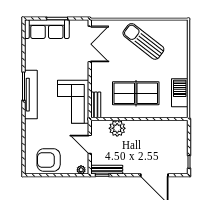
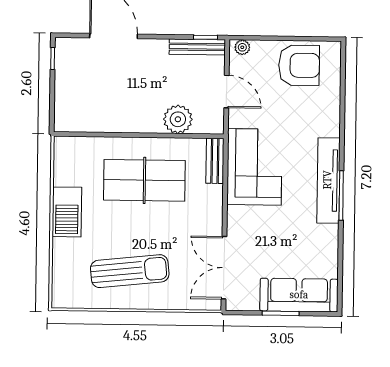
sun lounger: (143, 41) -> (130, 271), turned -44
barbecue: (180, 93) -> (67, 212), moved

